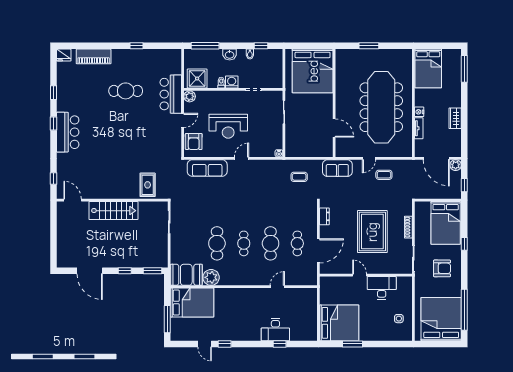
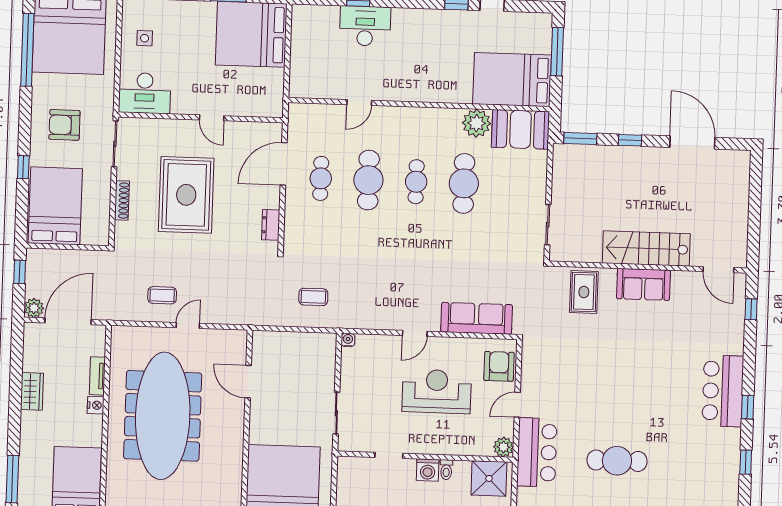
door: (436, 158) -> (68, 321), hinge flipped
sofa: (337, 168) -> (643, 284), moved, turned 180
desk: (382, 288) -> (145, 93), moved

